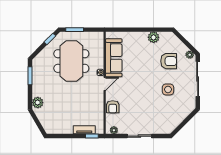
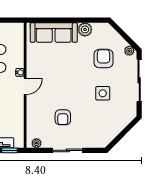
sofa: (114, 58) -> (54, 33), moved, turned 90
armchair: (169, 61) -> (103, 59), turned -90
armchair: (113, 107) -> (63, 117), moved

